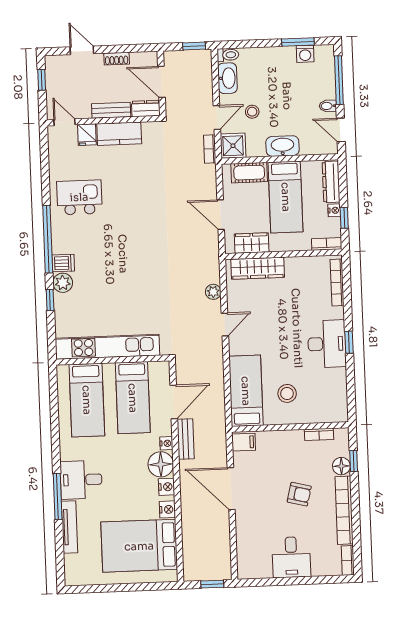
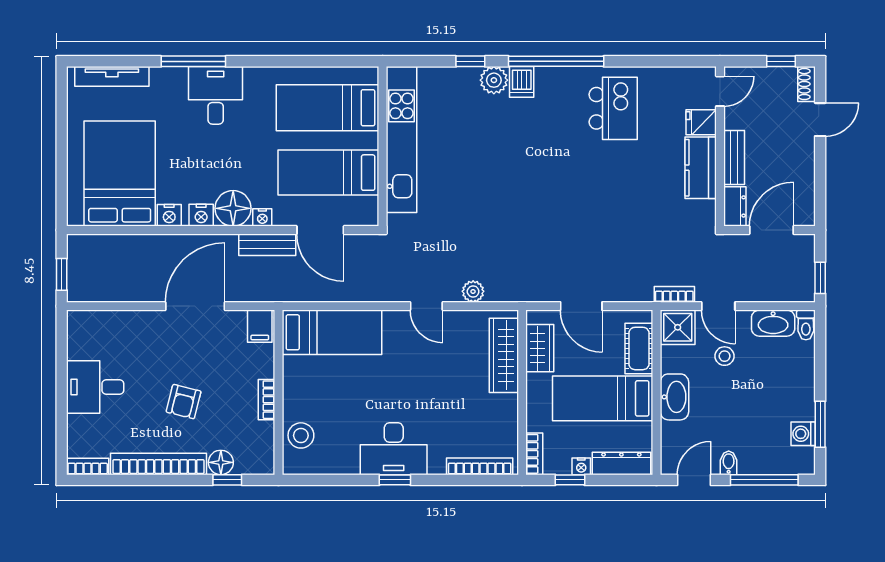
shoe rack: (117, 59) -> (807, 84), moved
door: (221, 215) -> (581, 306), swing flipped
stool: (287, 393) -> (301, 435), moved
bookcase: (319, 434) -> (267, 400), moved
tv unit: (69, 527) -> (112, 76), moved

